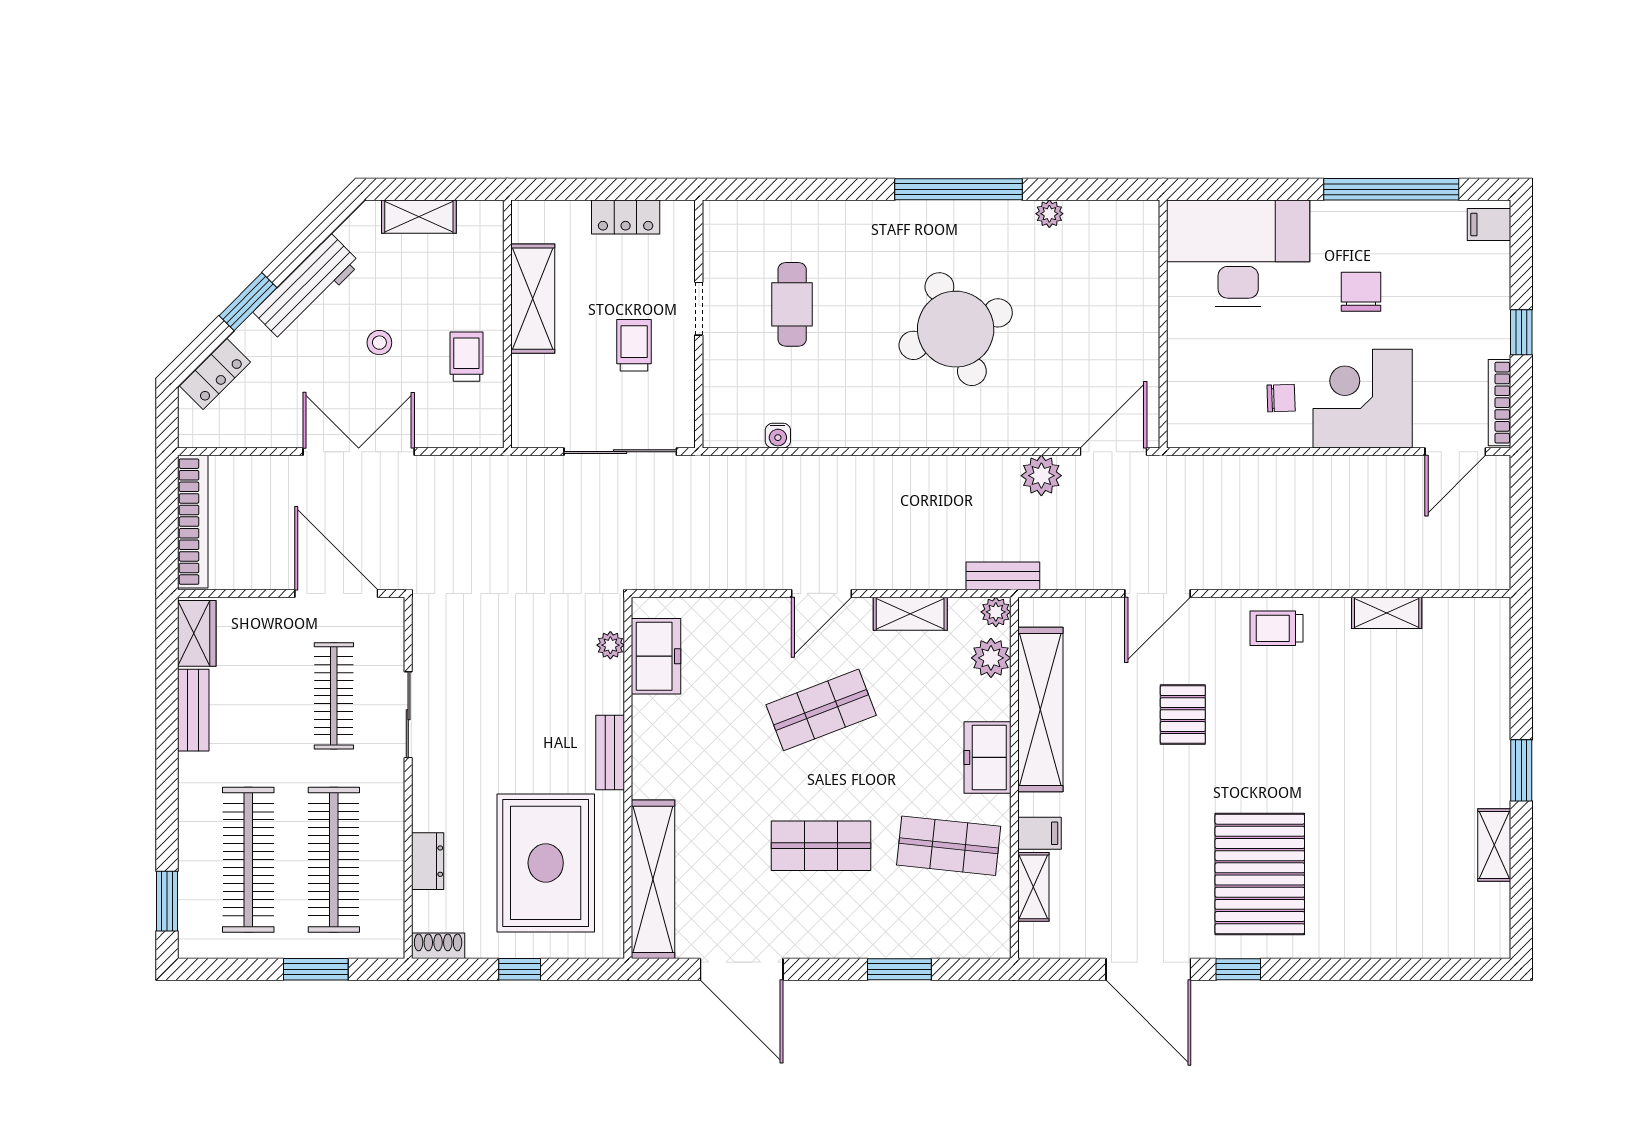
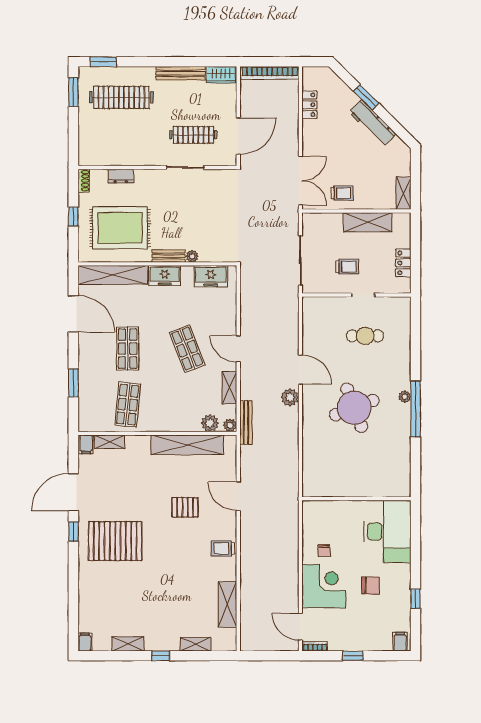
window: (1391, 189) -> (416, 599), width x0.32
plant: (1049, 214) -> (405, 397), moved
shelving: (419, 217) -> (403, 193), moved
stool: (379, 343) -> (348, 155), removed
locker: (215, 374) -> (309, 105), moved, turned -135
bookcase: (1500, 403) -> (315, 646), width x0.64
water cooler: (778, 436) -> (307, 330), removed
double door: (359, 452) -> (300, 181), moved
door: (1113, 452) -> (300, 370), moved
plant: (1041, 476) -> (290, 397), moved
bench: (1003, 576) -> (246, 423), width x1.36
shelving: (1387, 613) -> (227, 604), width x1.50, depth x1.33
trolley: (1276, 628) -> (223, 548), turned -90
plant: (610, 645) -> (192, 256), moved
shelving: (1495, 691) -> (196, 644), added
bench: (193, 710) -> (181, 73), width x1.36
freezer: (987, 757) -> (165, 276), moved, turned 180
window: (1521, 770) -> (161, 656), width x0.67
filing cabinet: (1039, 833) -> (86, 444), moved
clothes rail: (334, 860) -> (121, 135), removed
filing cabinet: (1490, 943) -> (85, 642), added
window: (316, 969) -> (73, 92), moved
door: (742, 969) -> (73, 314), swing flipped

